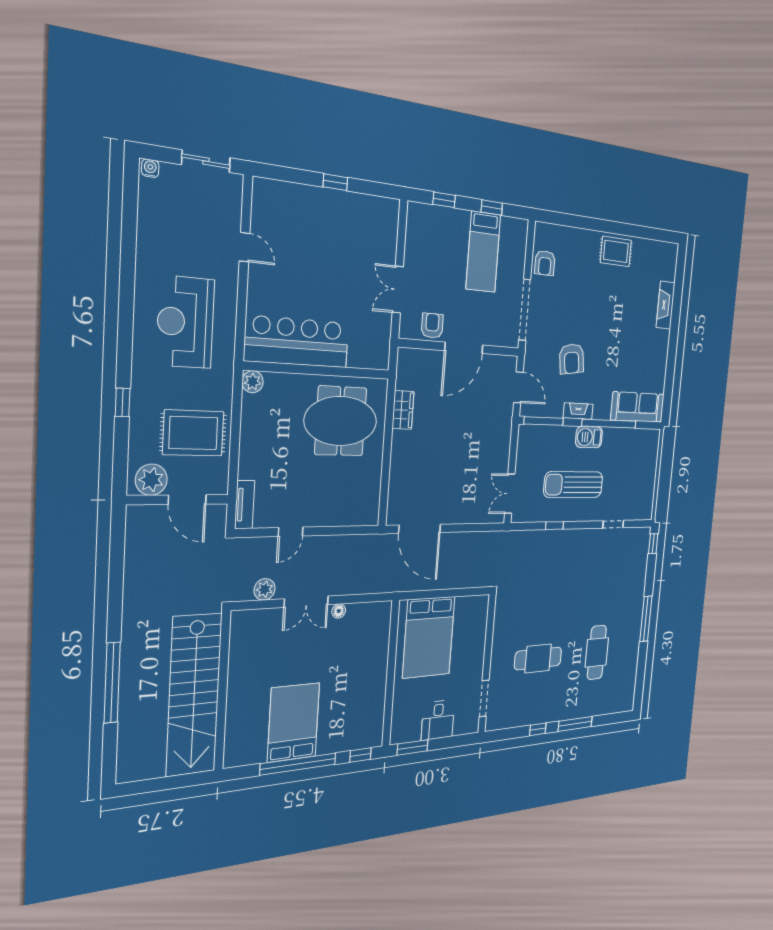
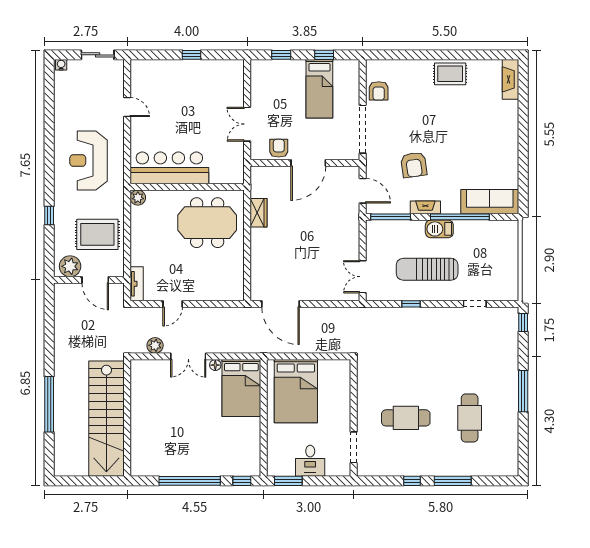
fireplace: (666, 305) -> (511, 79), moved
bed: (294, 722) -> (241, 388), moved, turned 180

